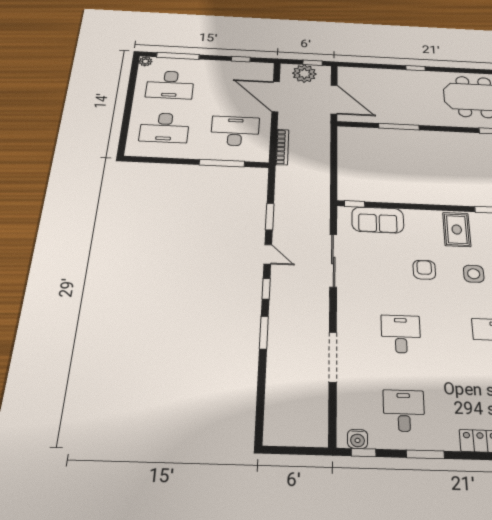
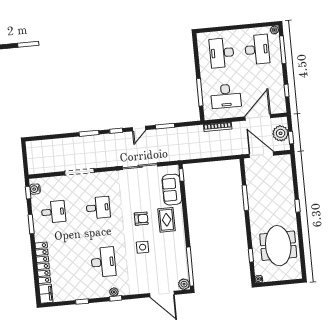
desk: (170, 85) -> (257, 49), turned 180
door: (334, 100) -> (261, 155), swing flipped
desk: (235, 131) -> (226, 96), turned 90
rug: (457, 230) -> (167, 220), moved, turned 90

